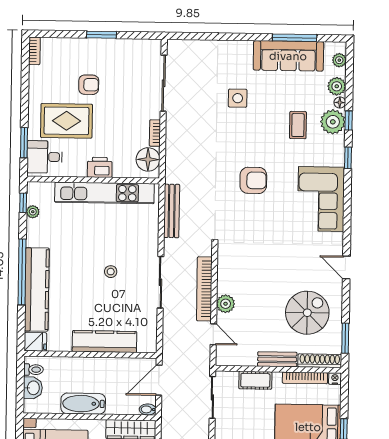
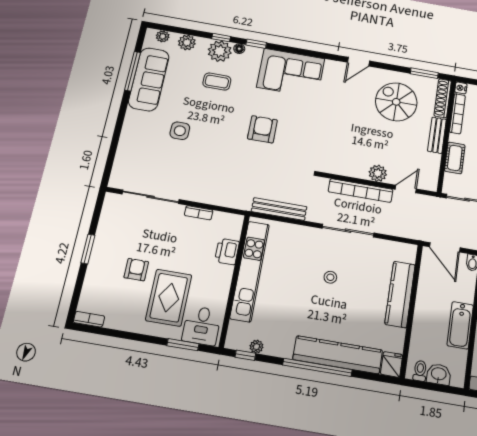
floor lamp: (340, 102) -> (239, 49), moved
floor lamp: (148, 159) -> (224, 224), removed
printer: (100, 167) -> (227, 252), moved

